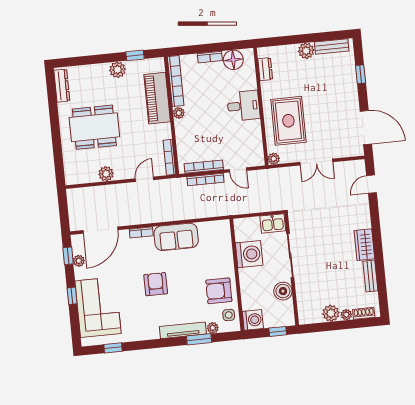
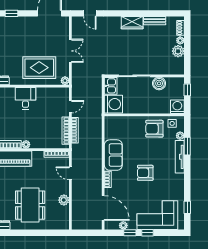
washing machine: (249, 254) -> (113, 104), moved, turned 90
window: (68, 256) -> (130, 233), moved
armchair: (219, 291) -> (154, 129), turned 90

